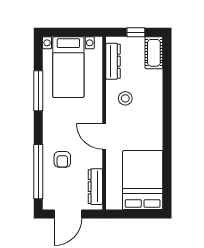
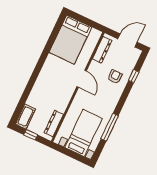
stool: (125, 98) -> (57, 96), removed
window: (38, 172) -> (134, 76), width x0.32

